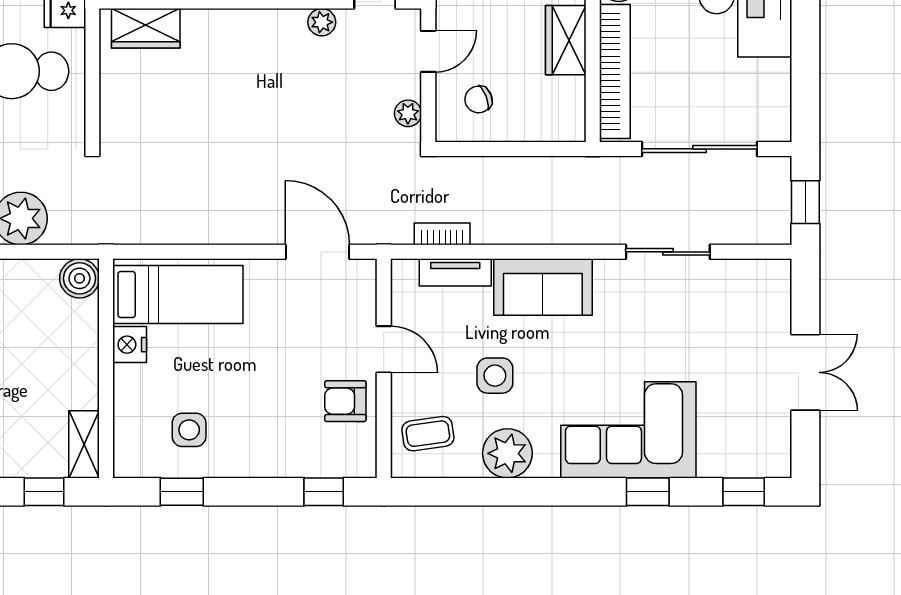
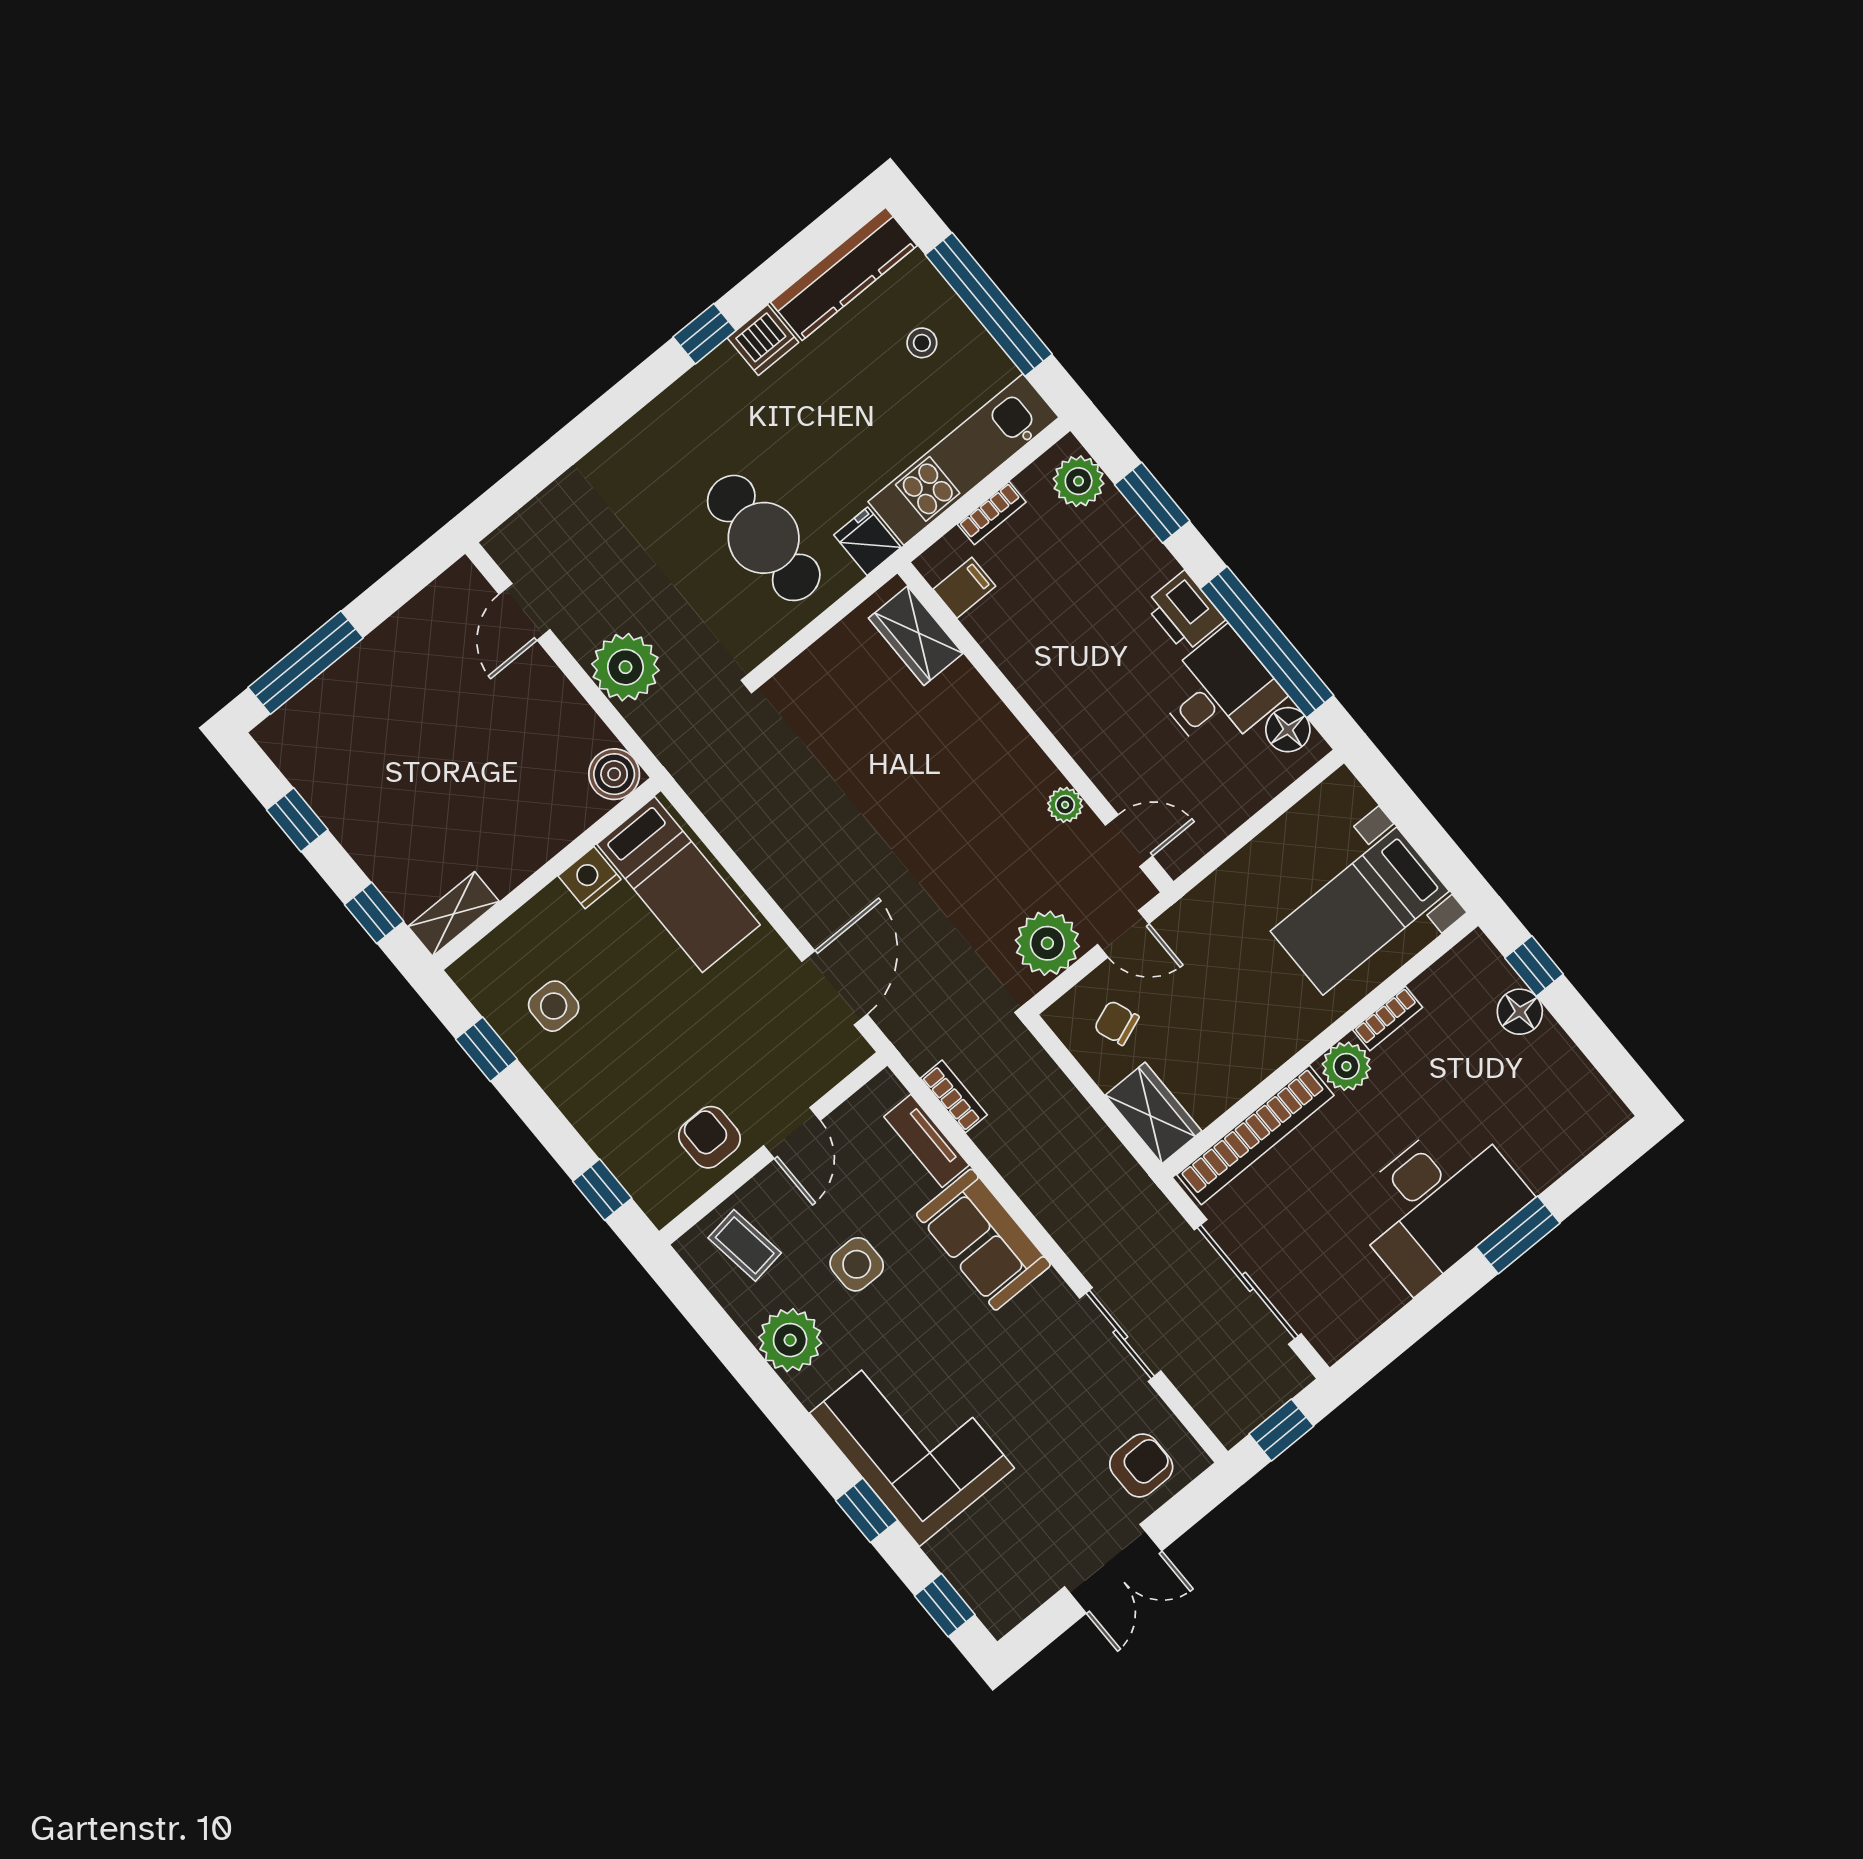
wardrobe: (566, 40) -> (1154, 1113), moved, turned 90
plant: (408, 113) -> (1047, 943), width x1.88, depth x1.88
armchair: (757, 304) -> (1141, 1465), added

